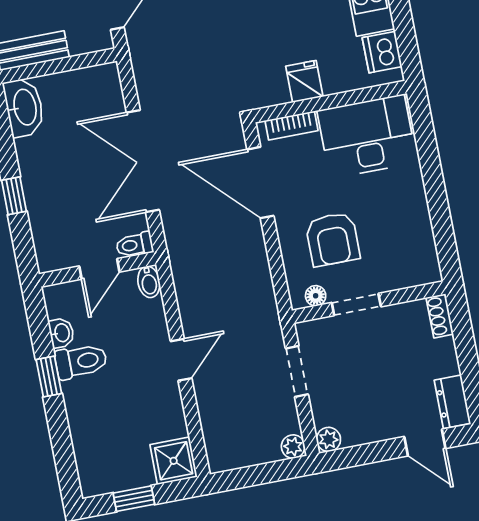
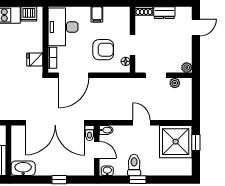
fridge: (304, 81) -> (35, 59), moved
double door: (143, 161) -> (55, 123), width x1.36
filing cabinet: (411, 209) -> (97, 14), added
washbasin: (61, 333) -> (107, 171), moved
dresser: (452, 402) -> (164, 13), moved
plant: (293, 447) -> (175, 83), moved
shower: (174, 461) -> (176, 142), width x1.86, depth x1.86
window: (134, 499) -> (196, 143), moved

